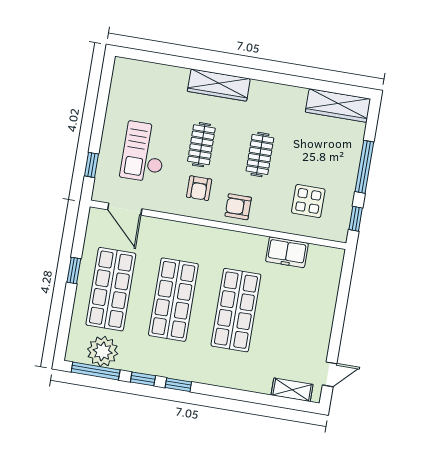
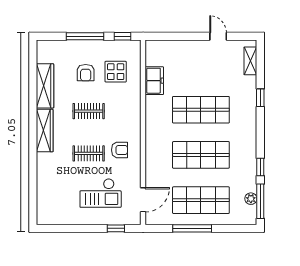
wardrobe: (219, 85) -> (45, 131), moved
wardrobe: (338, 105) -> (45, 86), moved
armchair: (238, 207) -> (86, 73), moved
window: (74, 270) -> (192, 228), width x2.17
plant: (103, 351) -> (251, 199), width x0.53, depth x0.53
door: (330, 374) -> (218, 36), moved
window: (178, 385) -> (260, 98), moved

